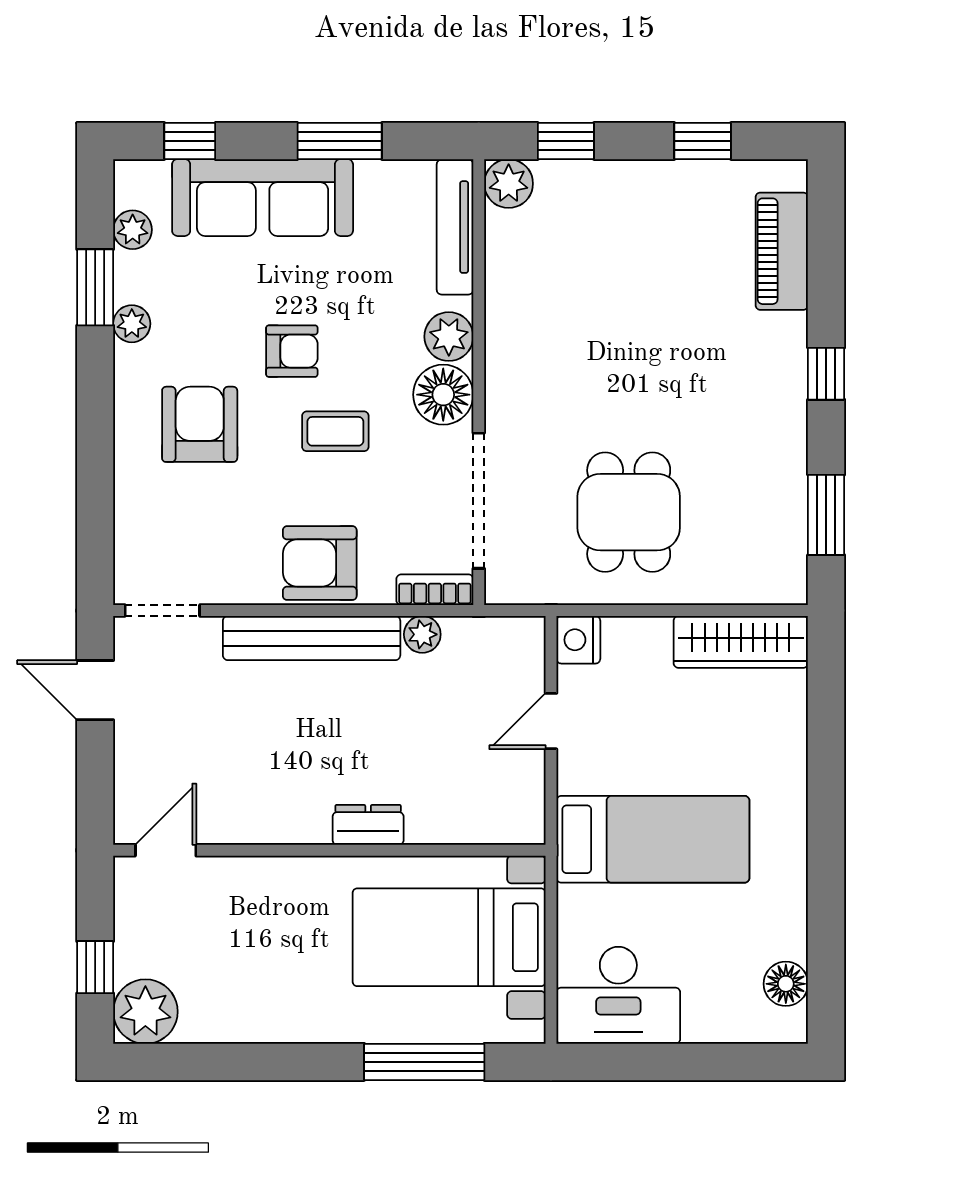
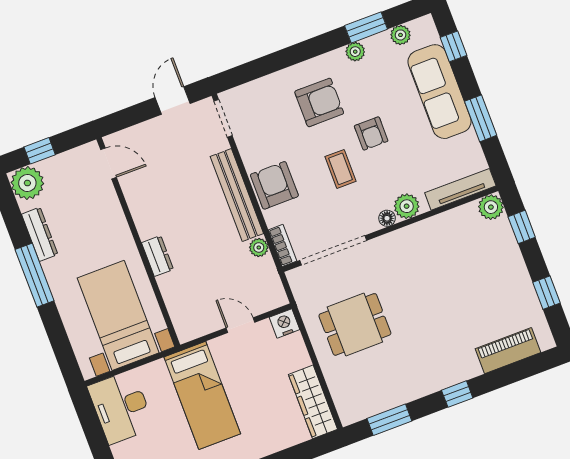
floor lamp: (443, 395) -> (387, 218), width x0.53, depth x0.53
dresser: (247, 1024) -> (40, 234), added
window: (424, 1062) -> (35, 275), moved

